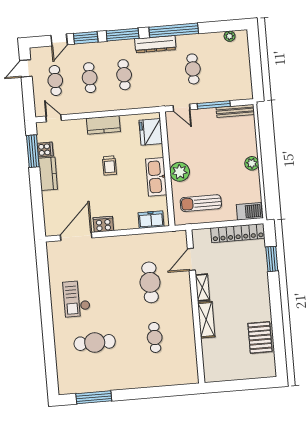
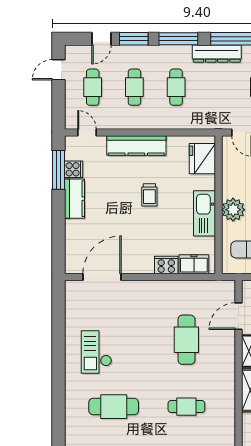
kitchen counter: (103, 125) -> (136, 145), width x1.50
cooker: (103, 224) -> (166, 265), moved
cafe table: (155, 337) -> (186, 407), turned 90

